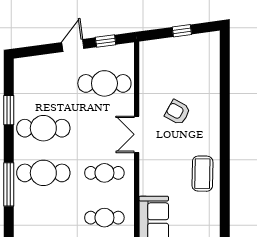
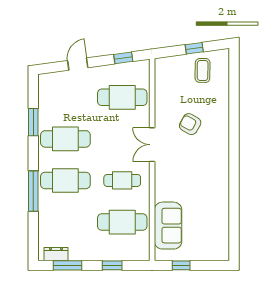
door: (73, 45) -> (78, 64), moved
coffee table: (202, 174) -> (203, 70), moved, width x0.73, depth x0.77
cafe table: (104, 218) -> (122, 222), width x1.37, depth x1.35

